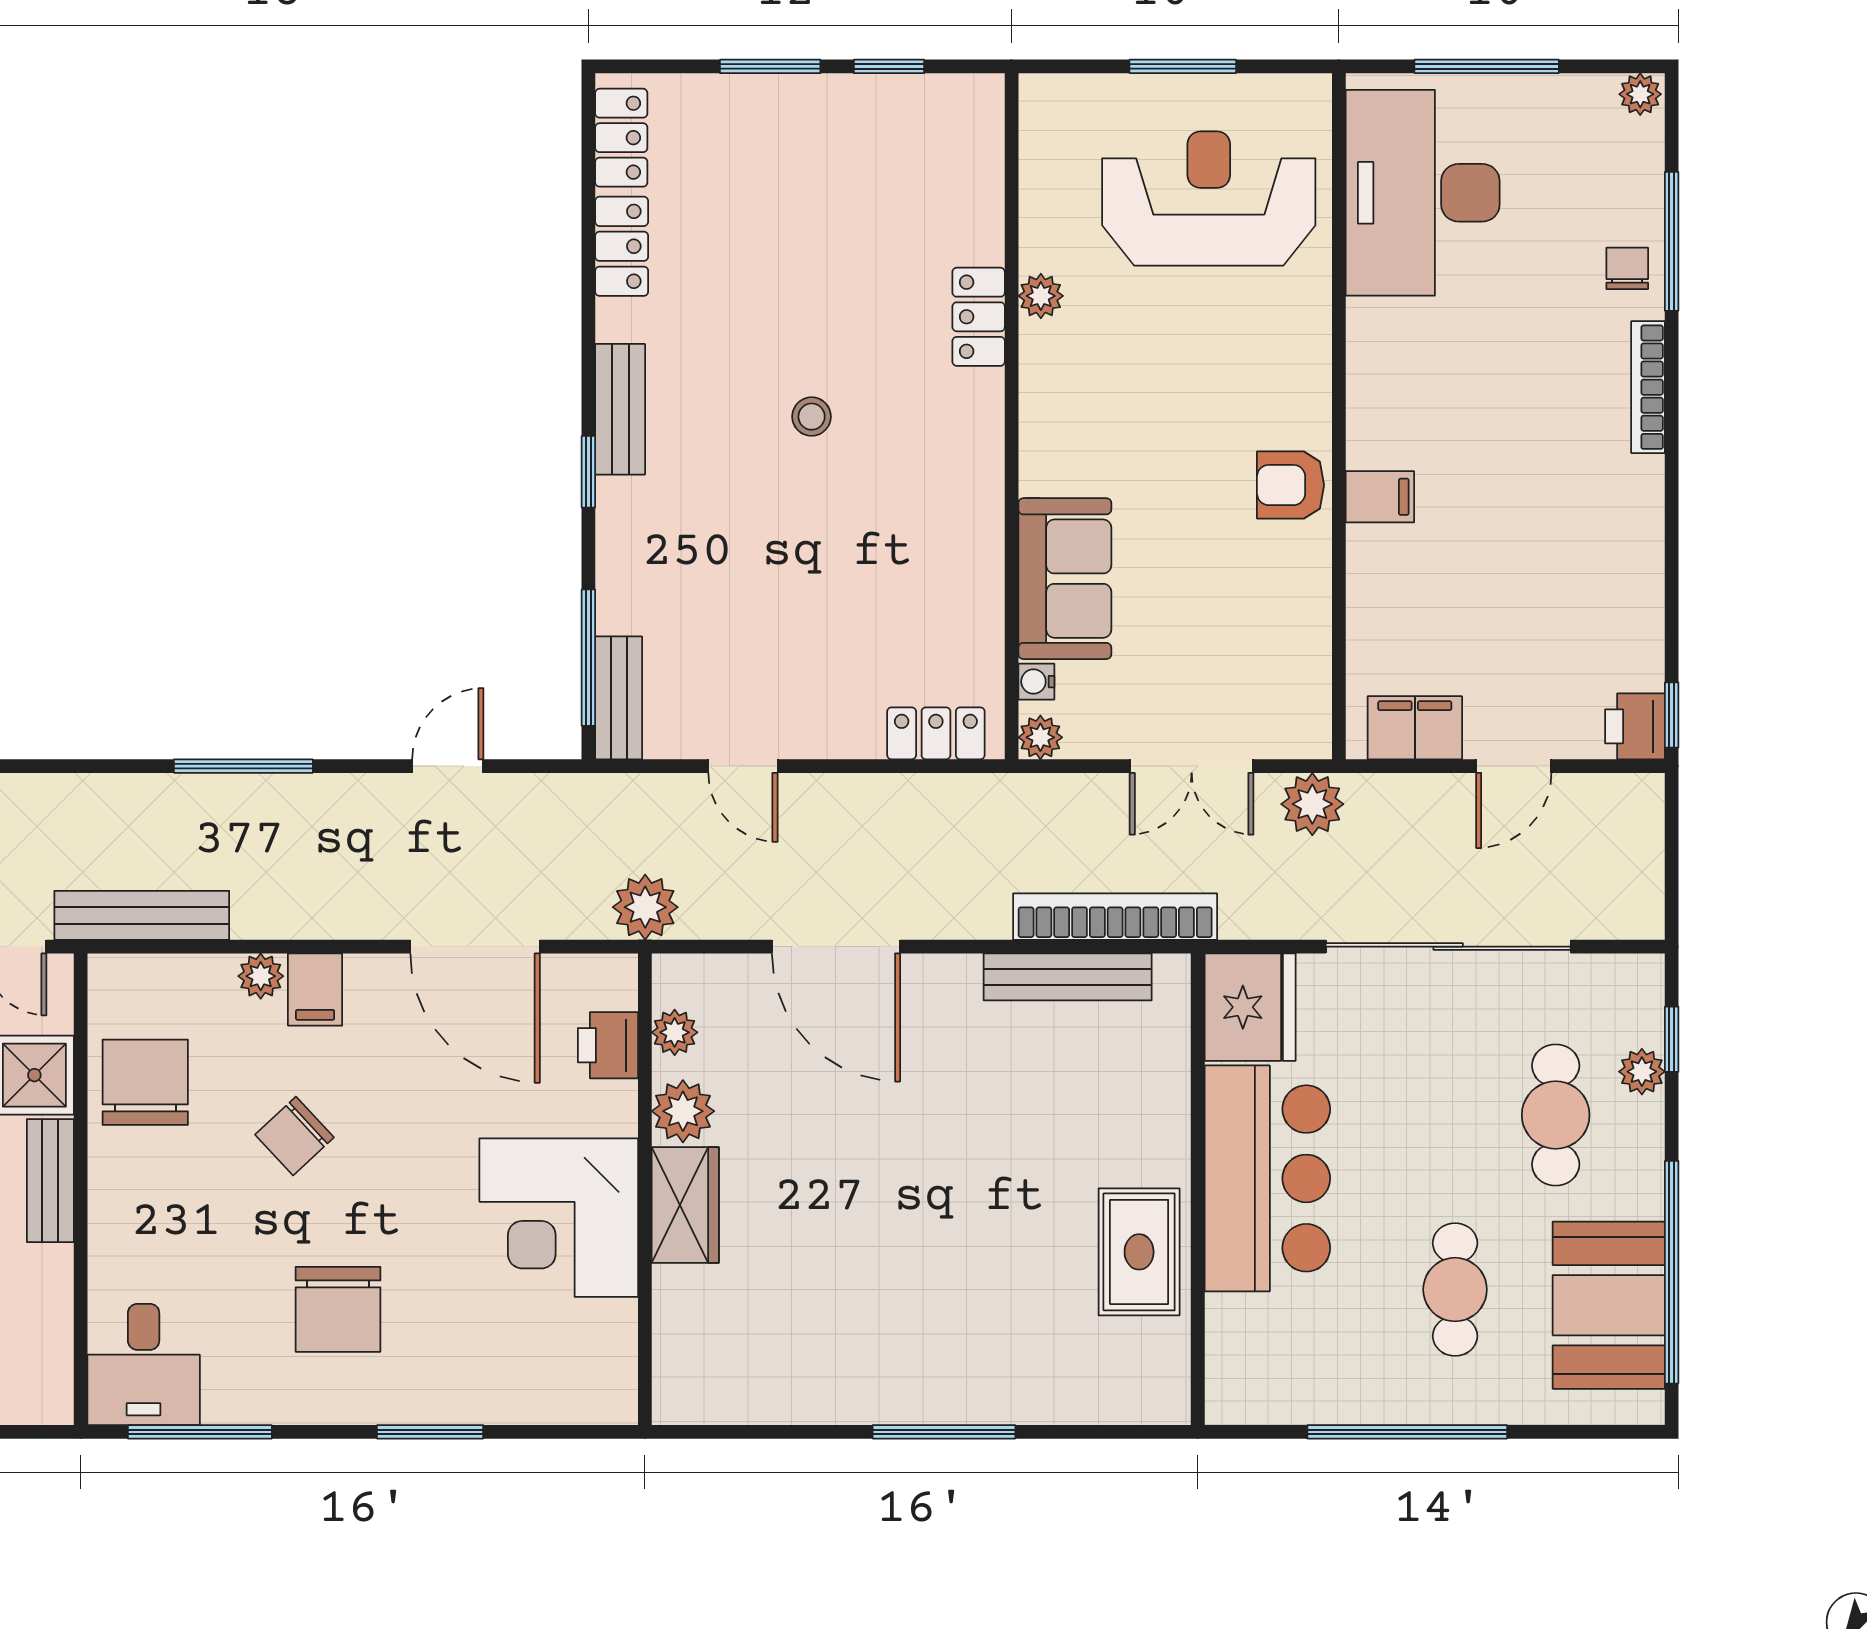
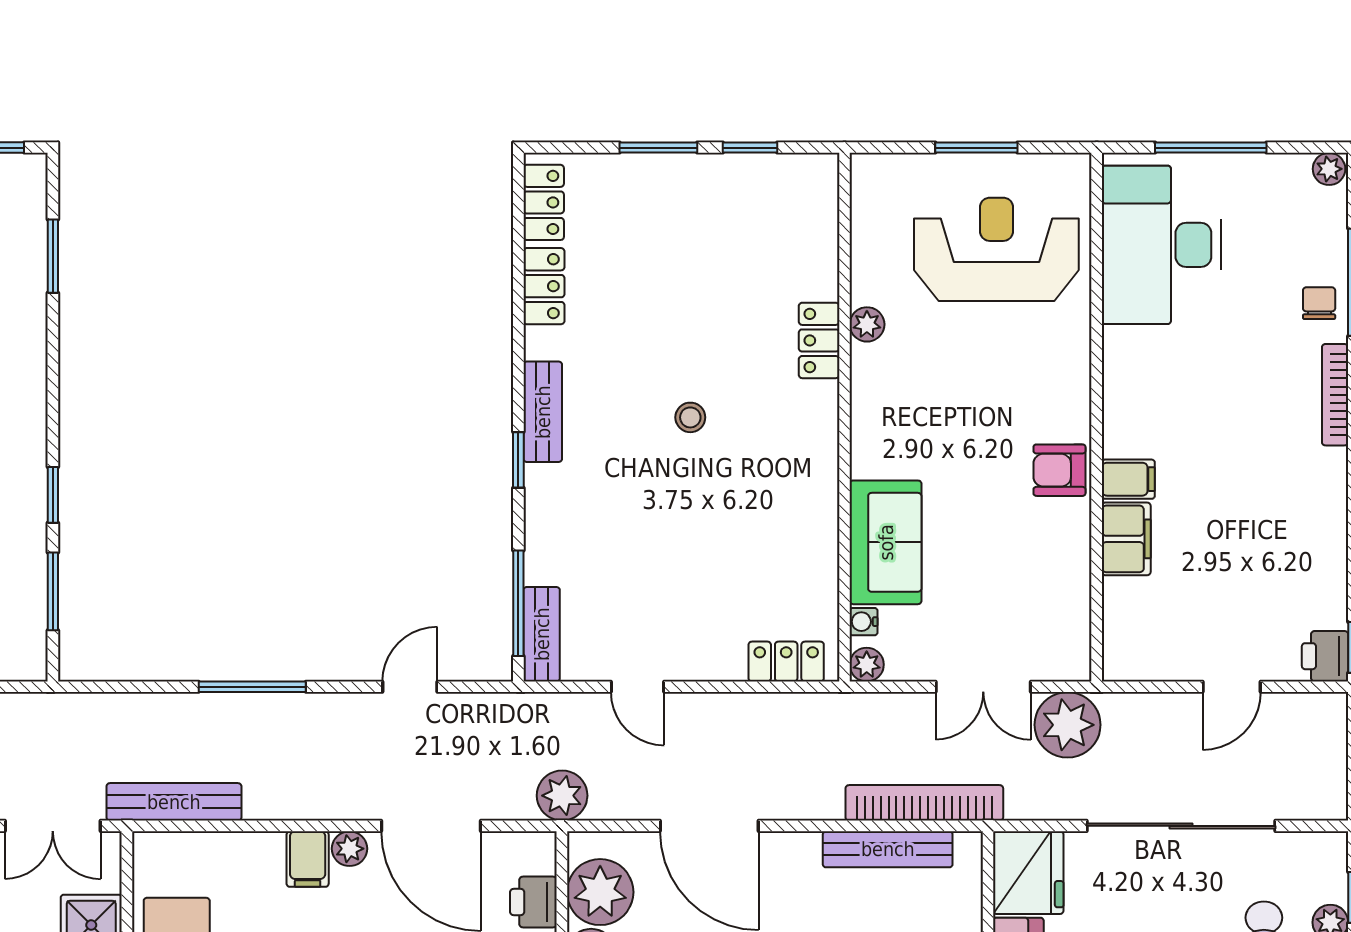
filing cabinet: (1415, 728) -> (1126, 539), moved, turned 90
plant: (1312, 804) -> (1068, 725), width x1.36, depth x1.36
plant: (261, 976) -> (349, 849), moved
plant: (675, 1032) -> (600, 892), width x1.88, depth x1.88

